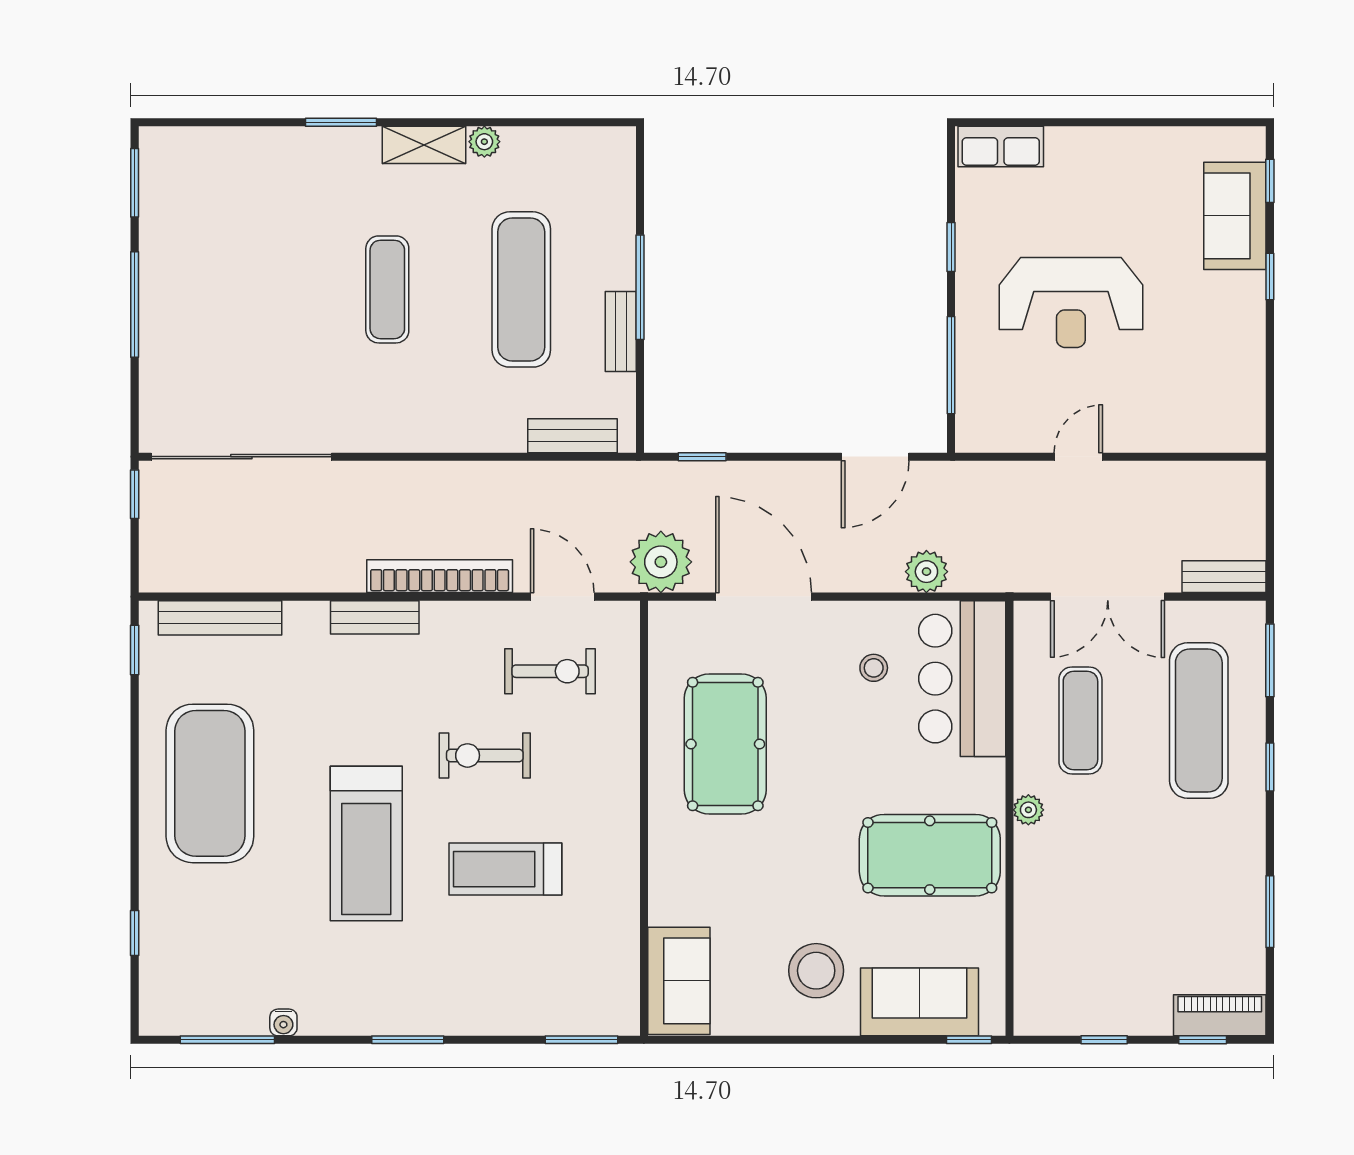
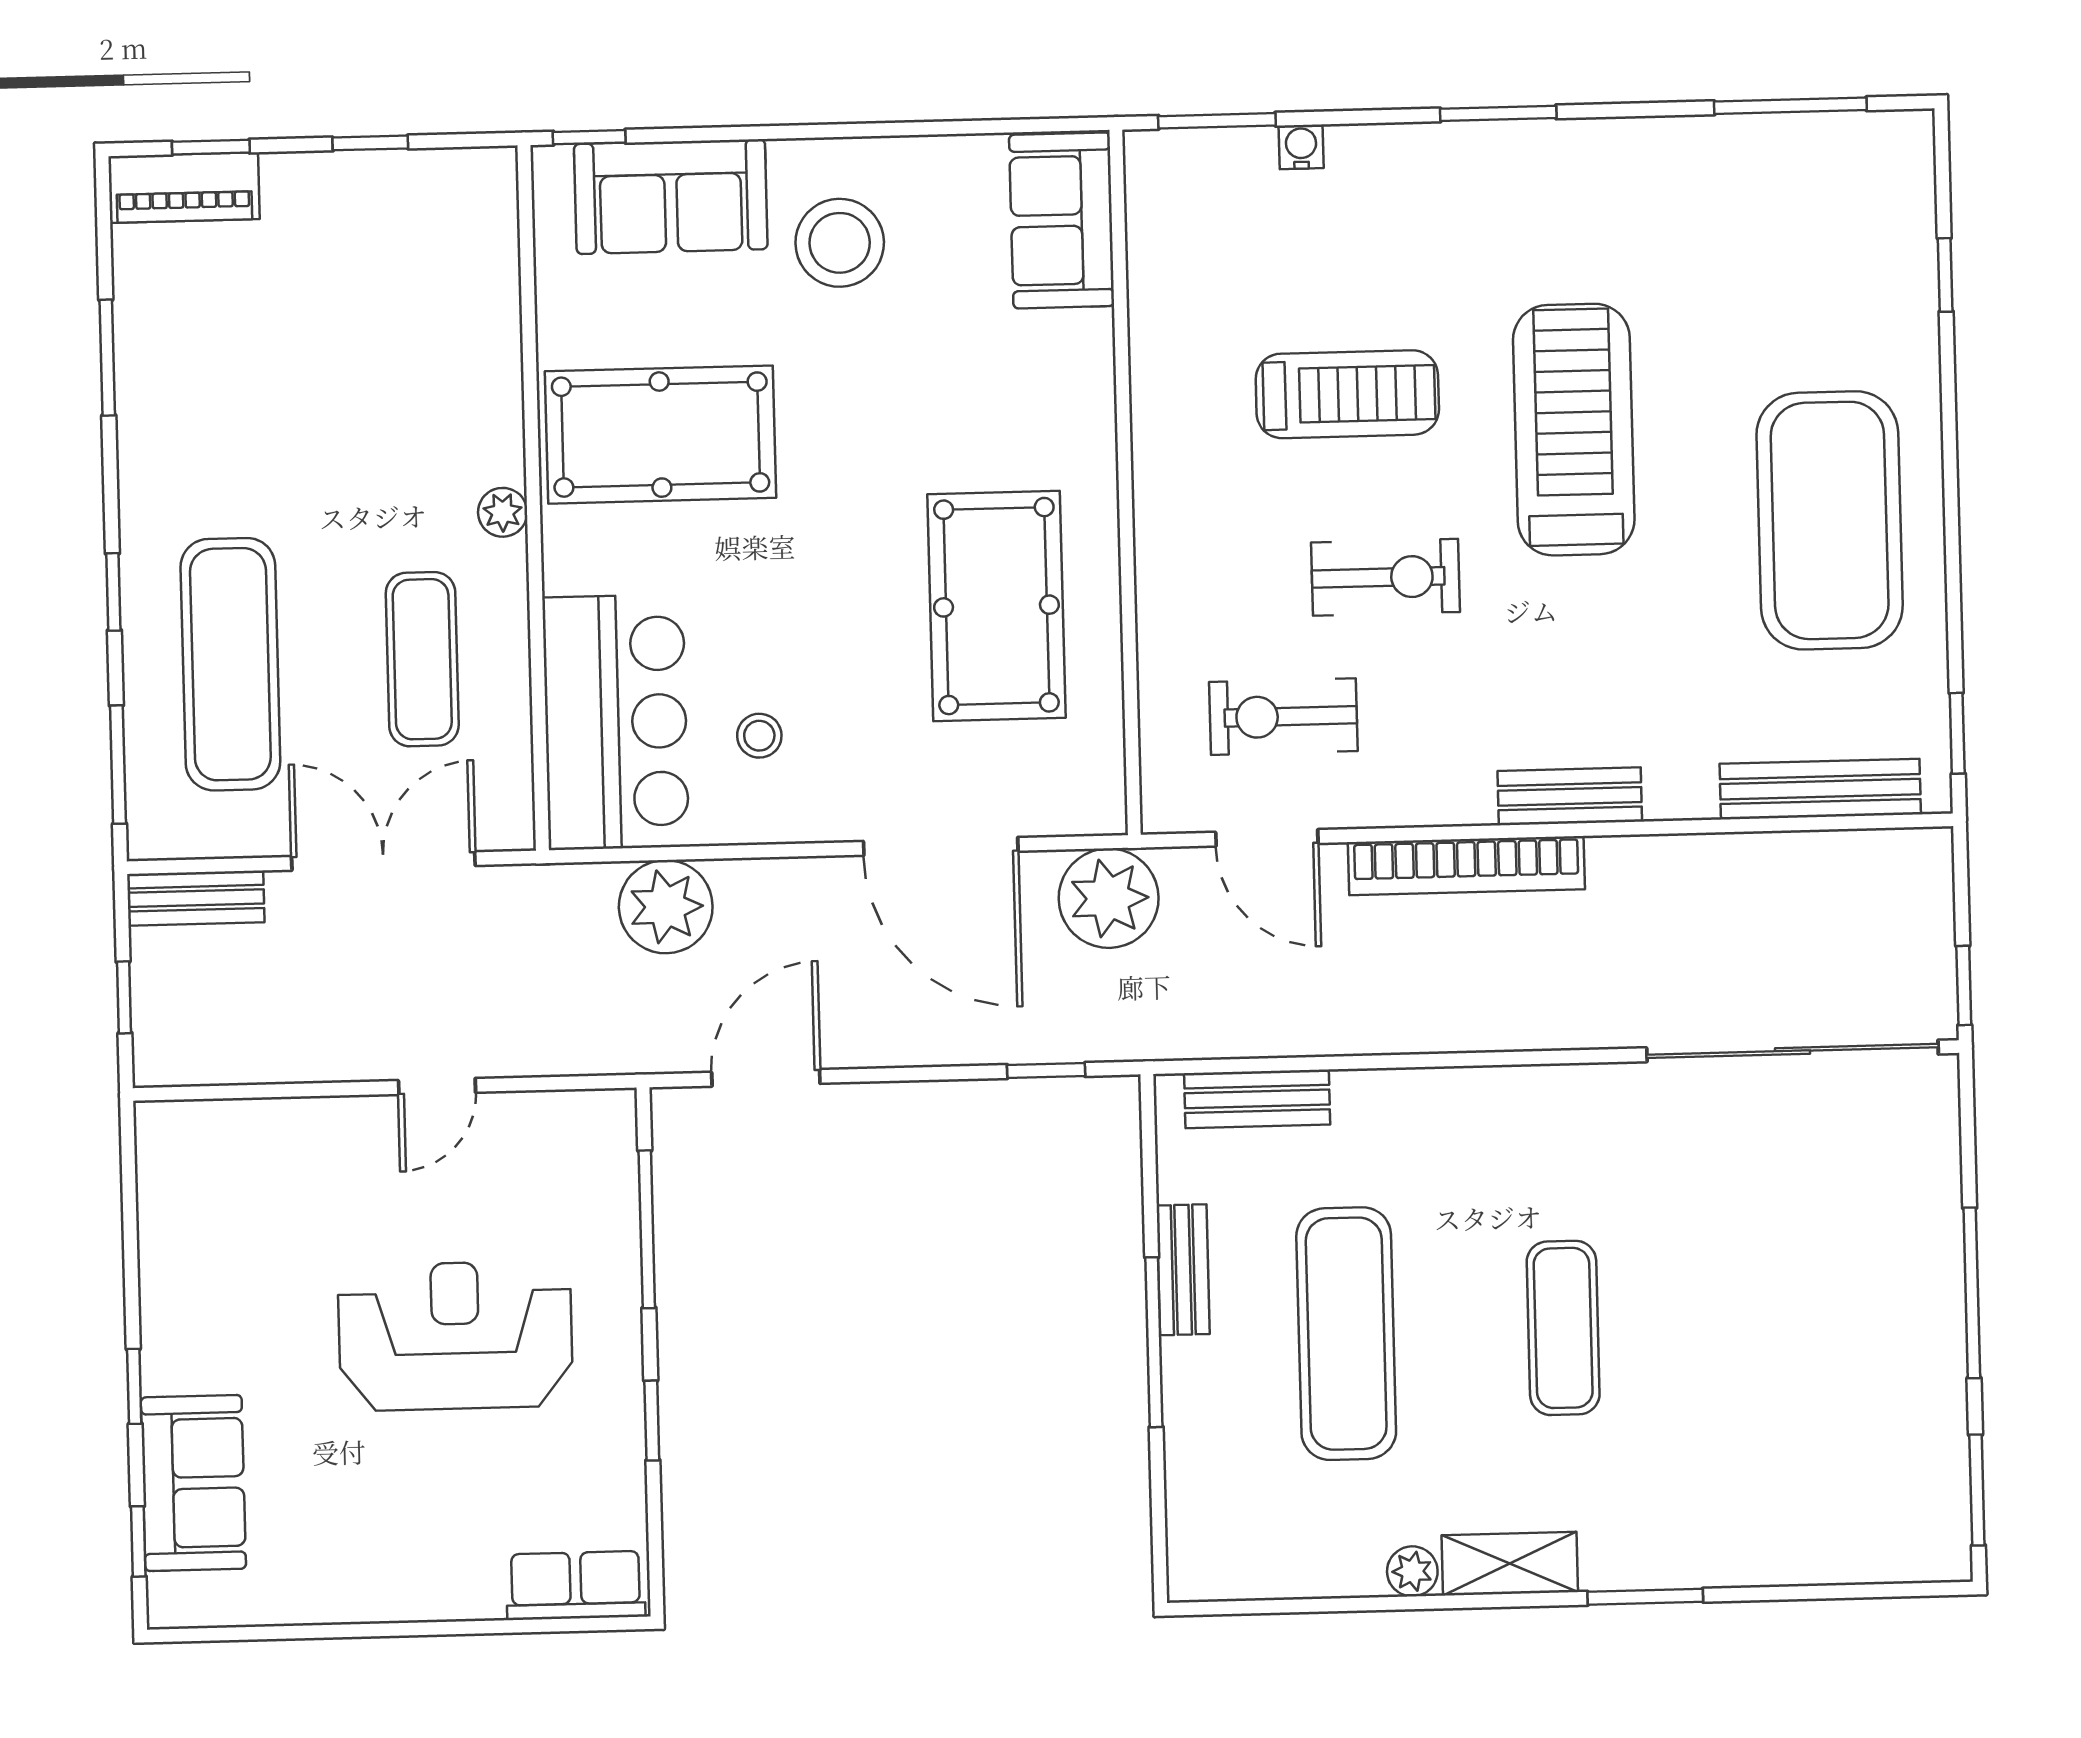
window: (1270, 517) -> (124, 997), added
plant: (926, 572) -> (666, 907), width x1.36, depth x1.36
water cooler: (283, 1022) -> (1301, 147), moved

